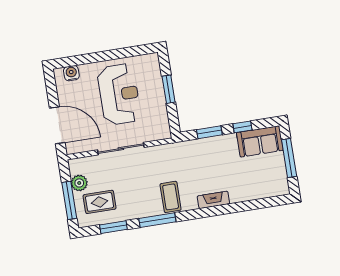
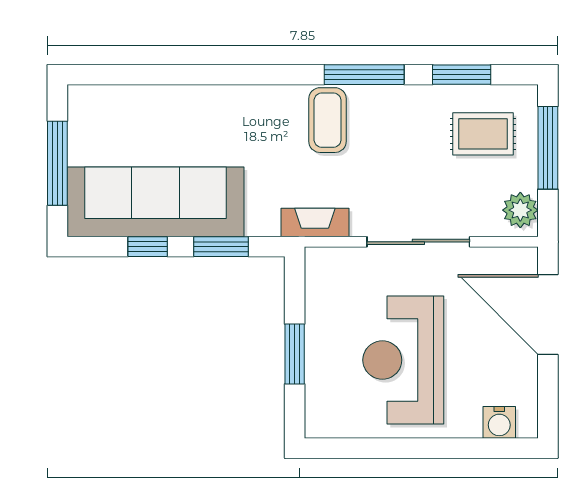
sofa: (260, 141) -> (156, 202), width x1.85, depth x1.27
plant: (79, 183) -> (520, 210), moved
fireplace: (213, 200) -> (315, 223), moved, turned 180

